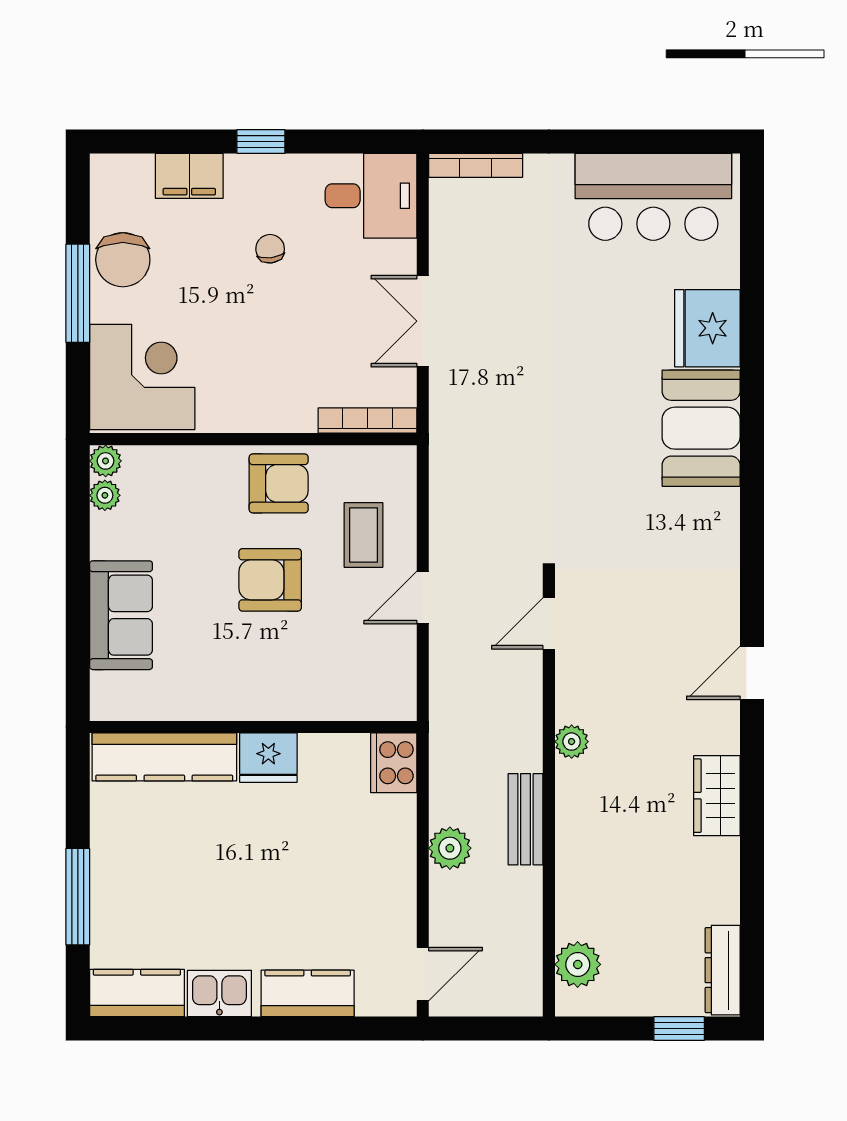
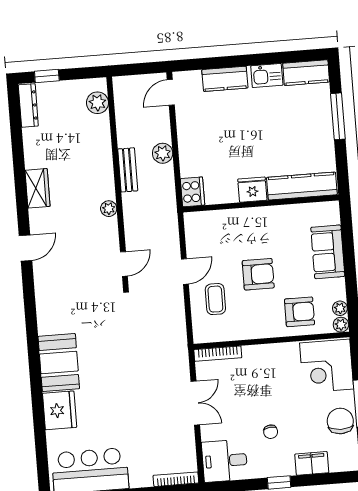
armchair: (279, 483) -> (300, 312), moved, turned 180

